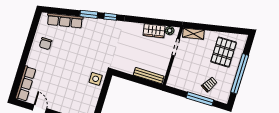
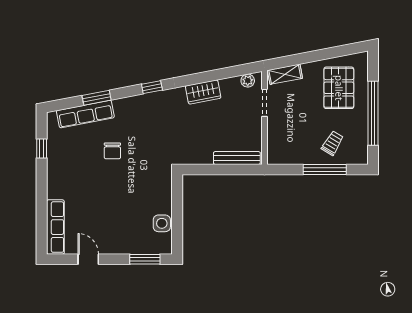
window: (89, 14) -> (97, 98), moved
wardrobe: (154, 31) -> (203, 92), moved
window: (32, 33) -> (42, 149), added
chair: (46, 44) -> (112, 151), moved
side table: (96, 79) -> (162, 223), moved

